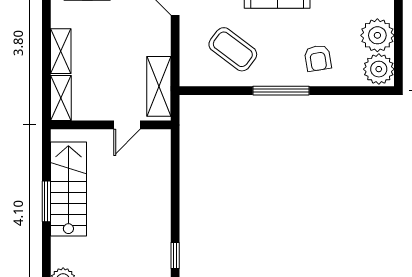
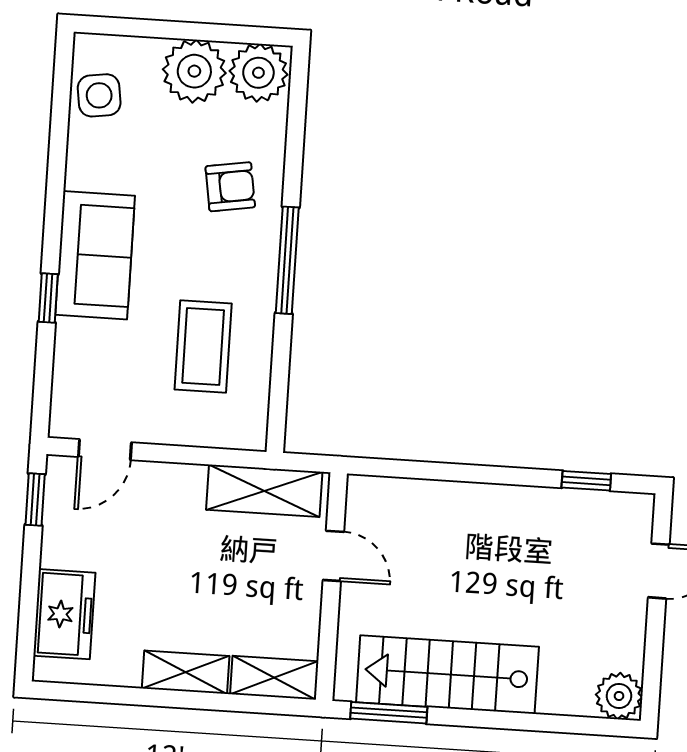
coffee table: (233, 49) -> (203, 346), turned -37
window: (46, 201) -> (389, 713), moved

